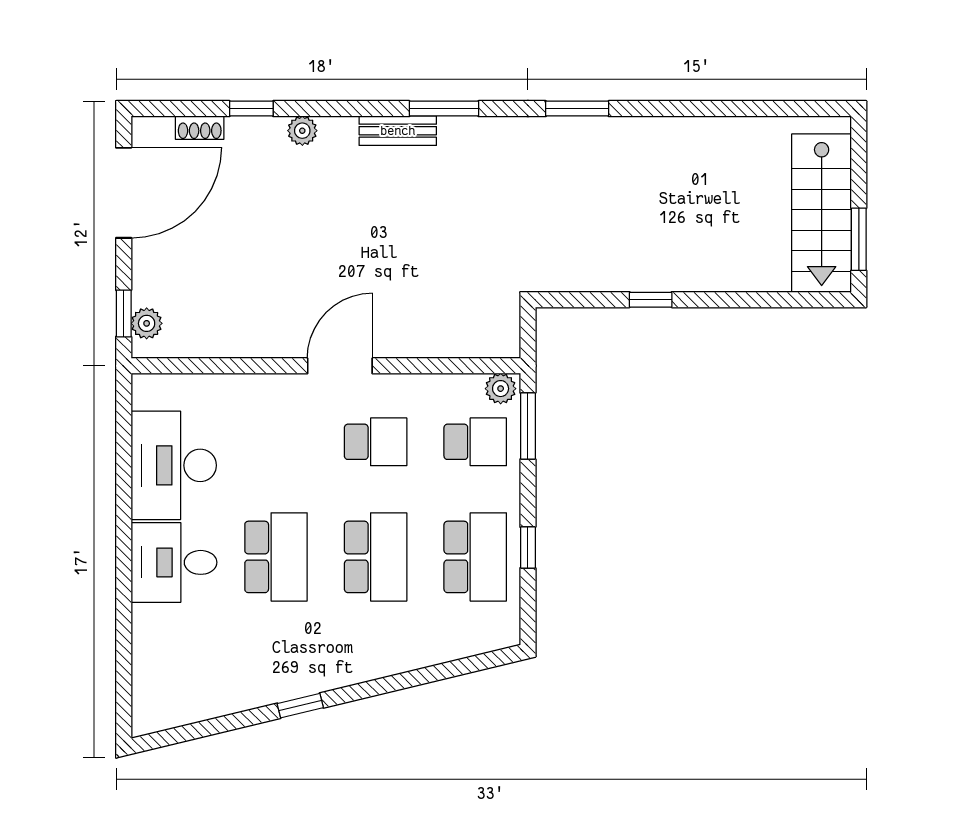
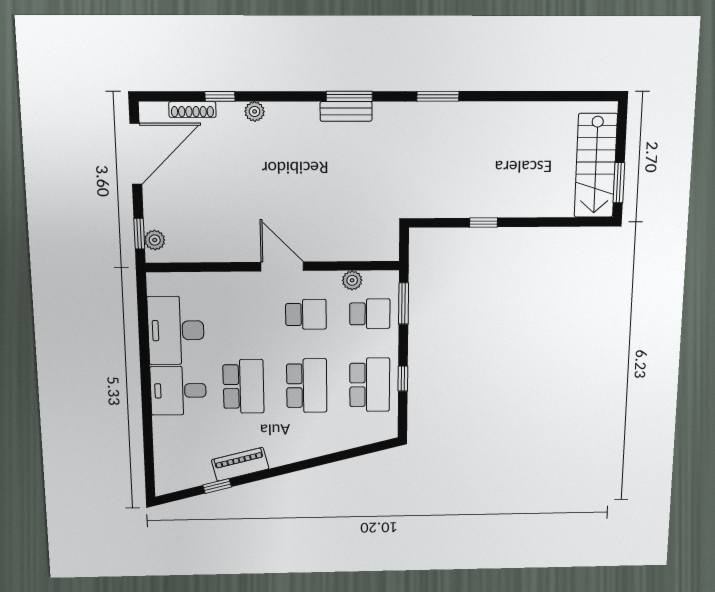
shoe rack: (200, 128) -> (192, 110), width x1.43
bench: (398, 131) -> (346, 111), moved
door: (340, 366) -> (282, 266), hinge flipped
plant: (501, 389) -> (352, 280), moved
piano: (268, 686) -> (240, 464), added
window: (300, 706) -> (217, 486), moved

